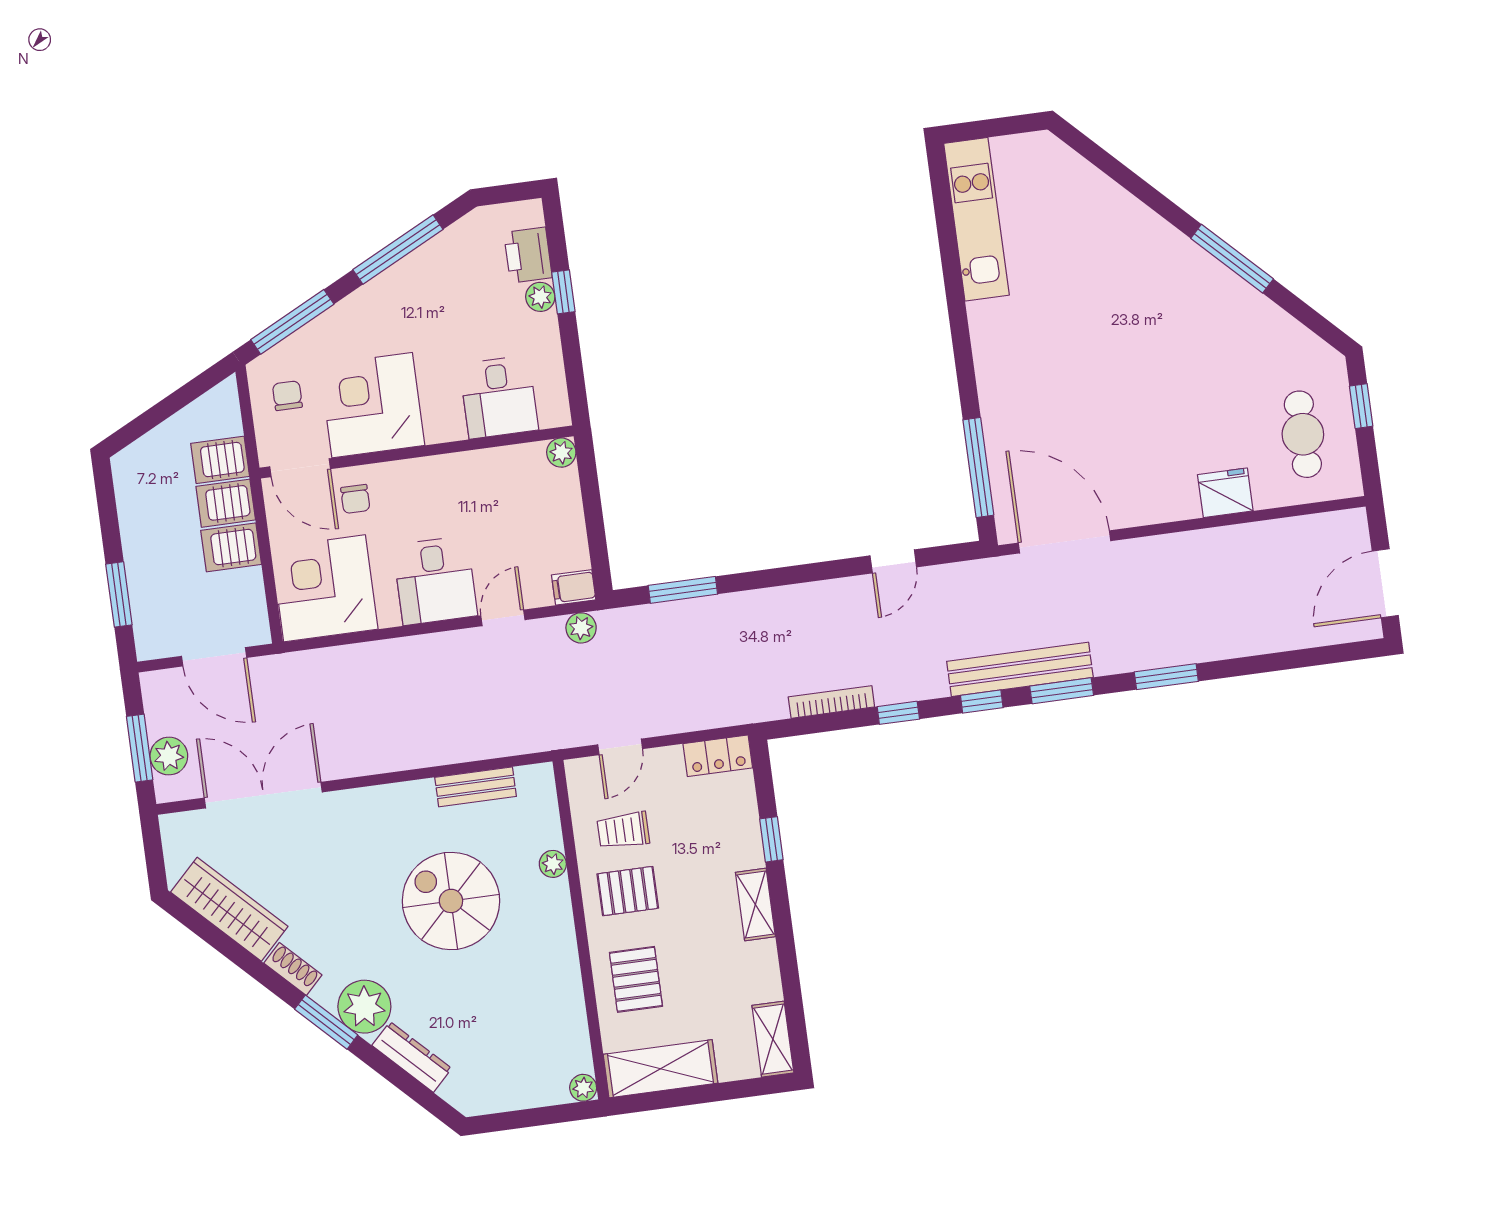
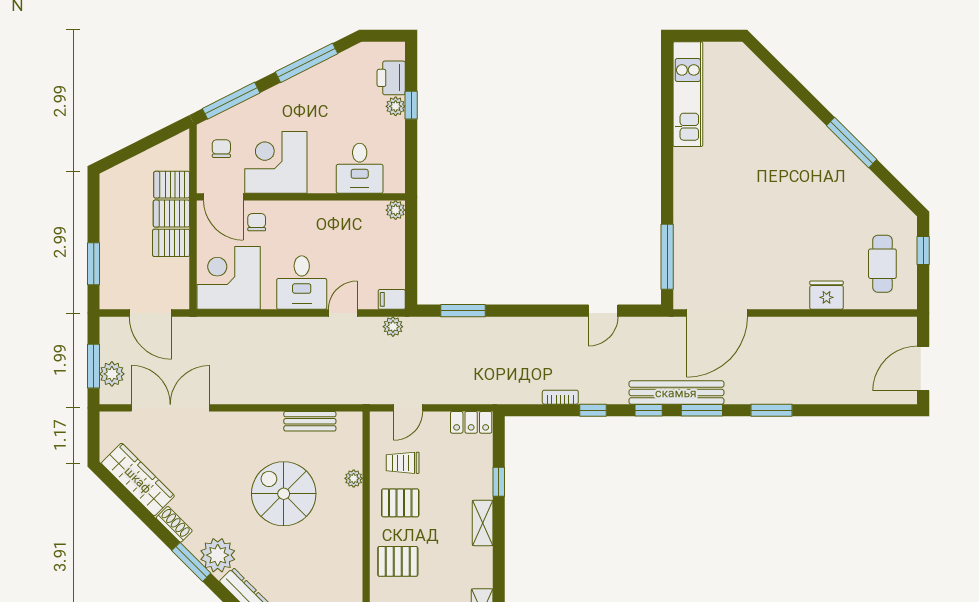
chair: (355, 499) -> (257, 222), turned 180
door: (1064, 542) -> (717, 313), swing flipped
bookcase: (831, 702) -> (560, 397), width x0.64
pallet: (636, 979) -> (398, 561), turned 90

